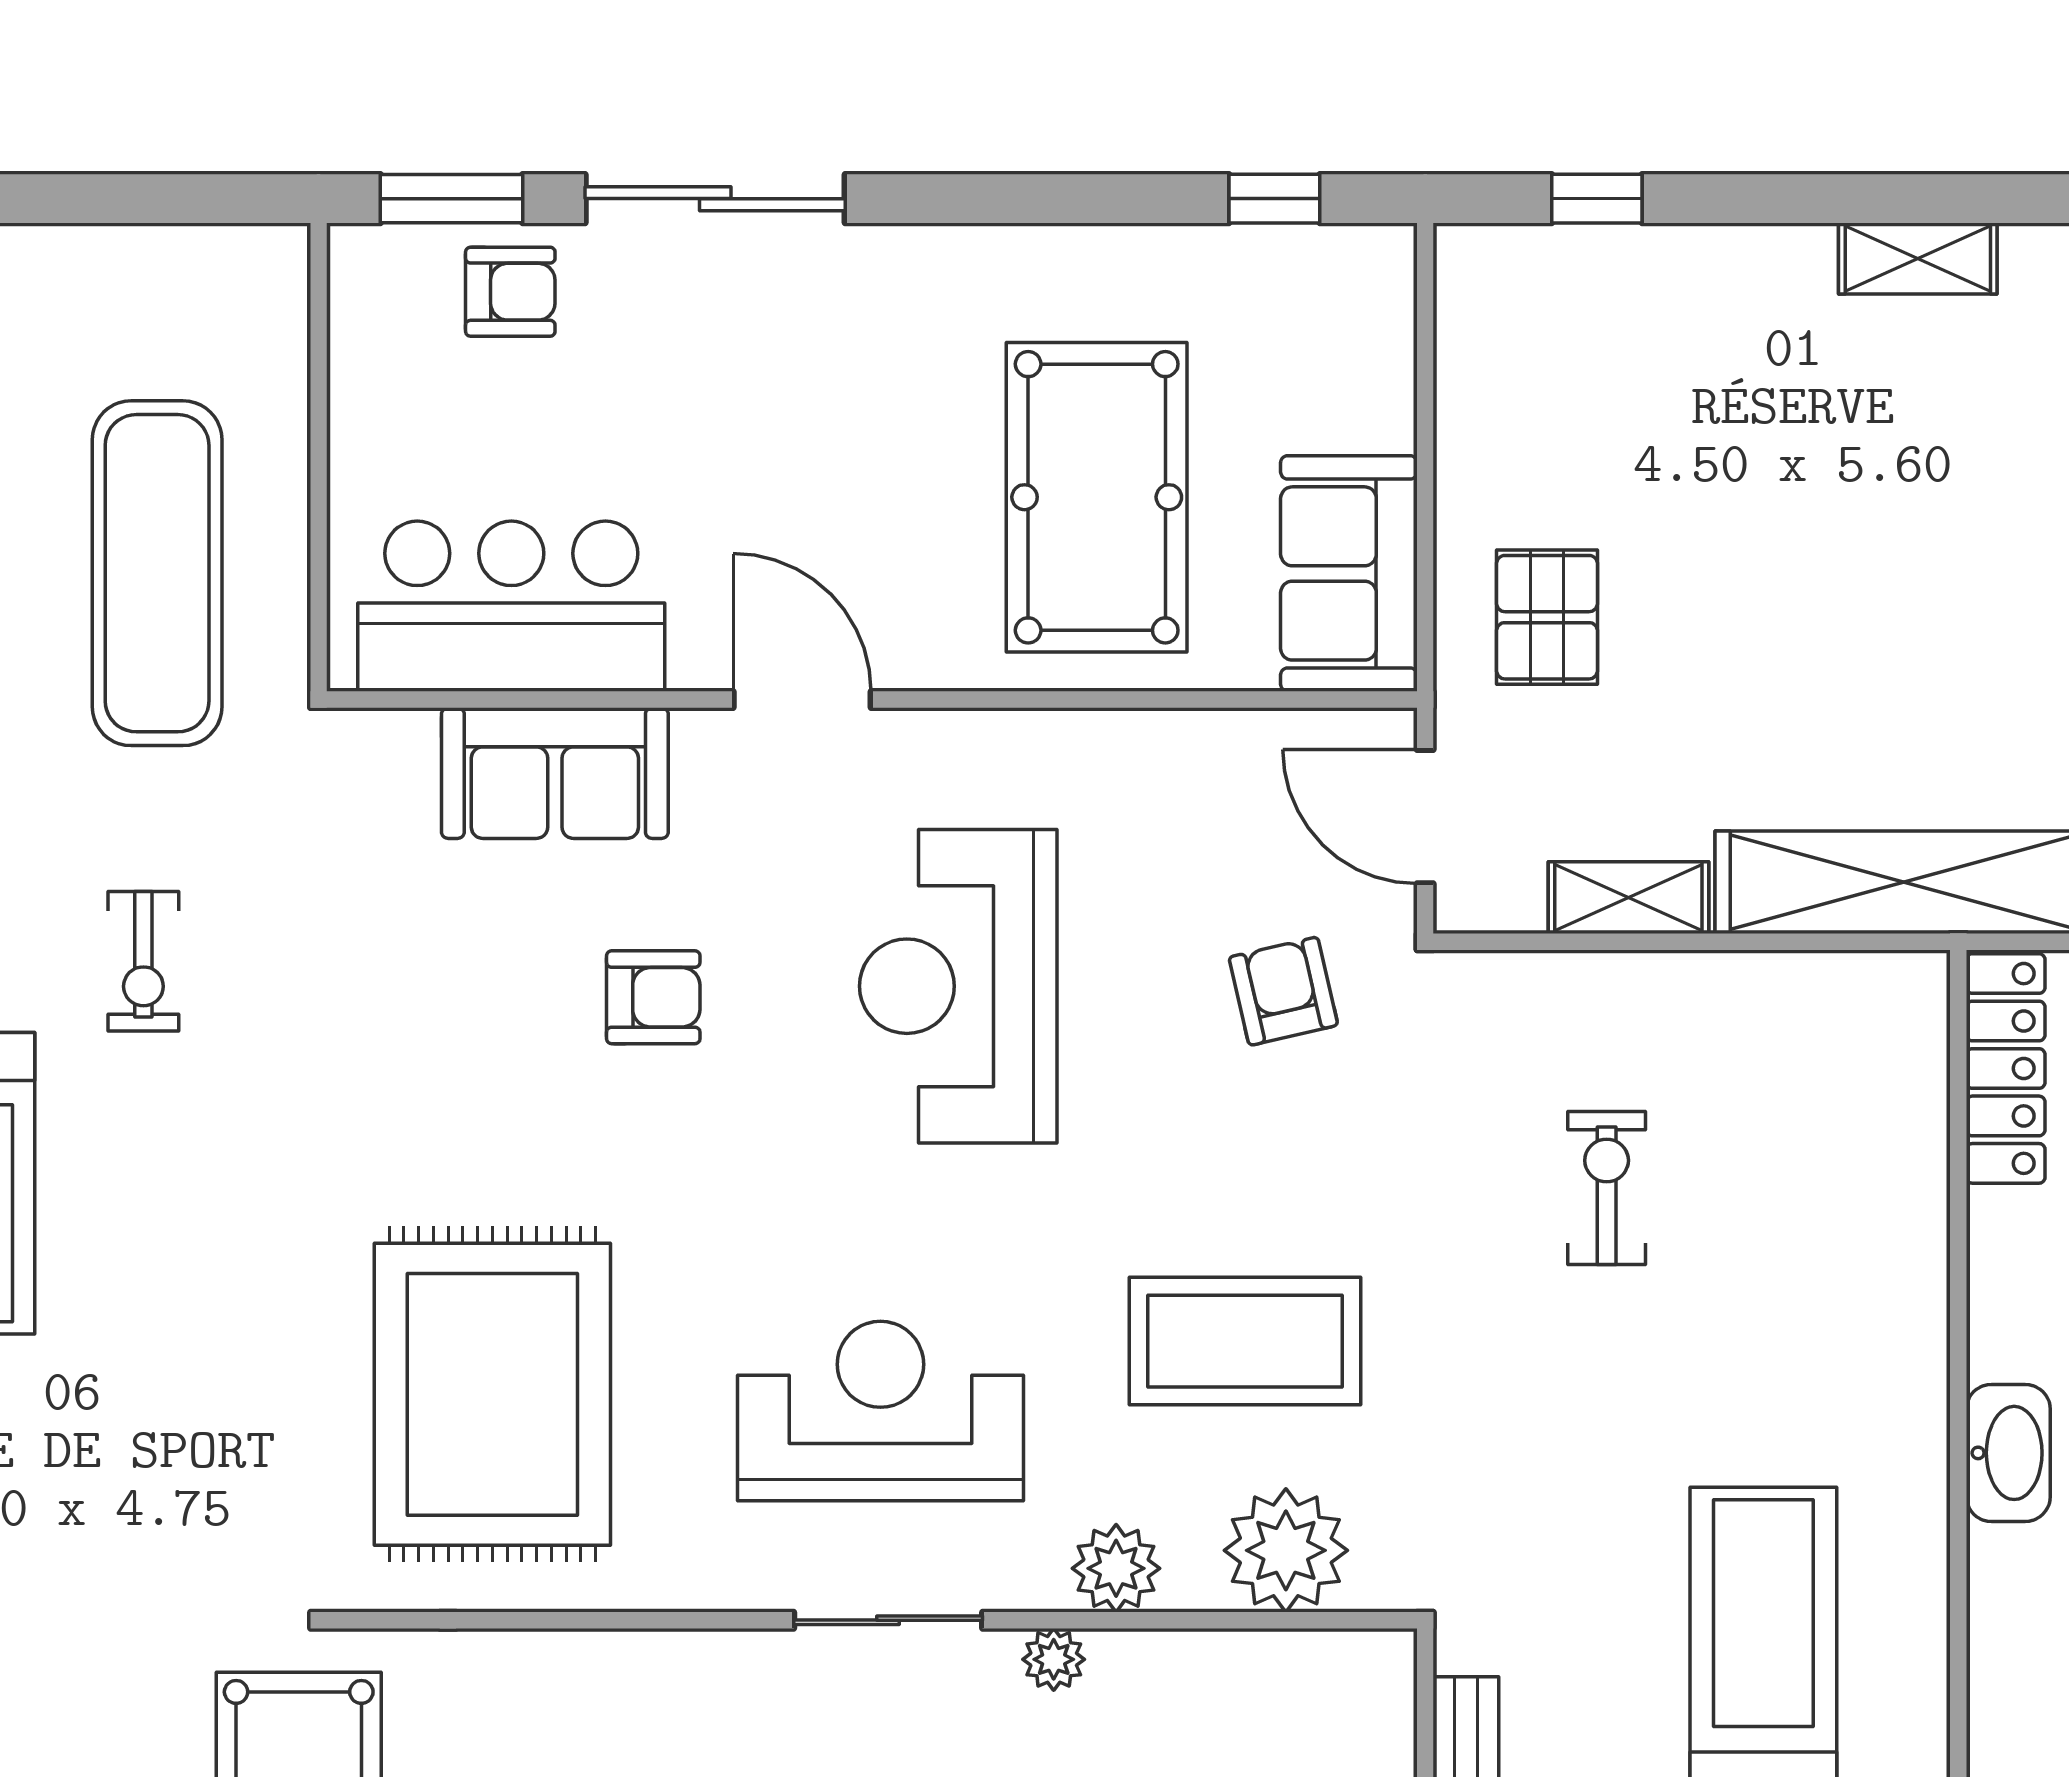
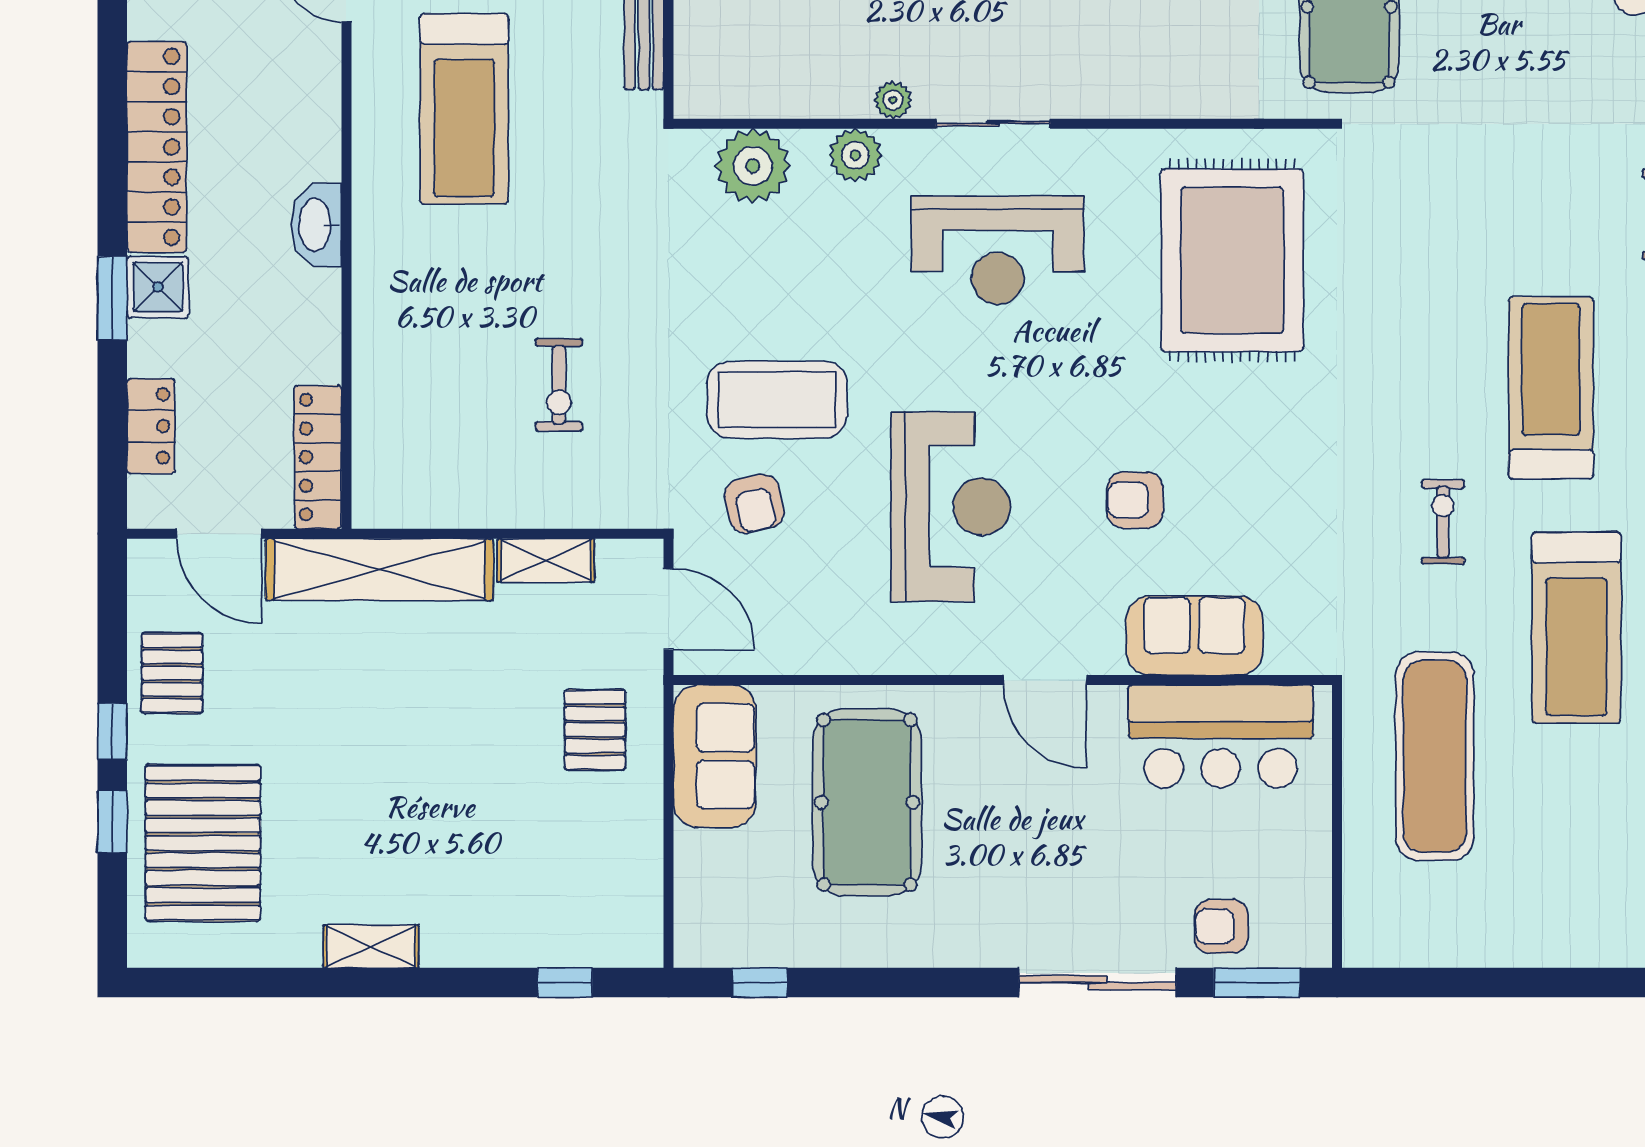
coffee table: (1245, 1341) -> (777, 400), moved

